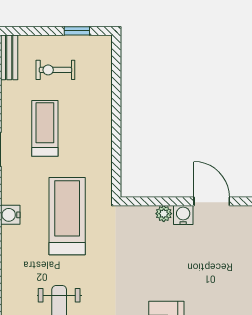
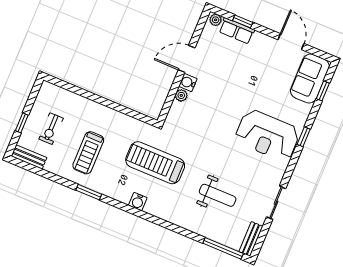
window: (77, 31) -> (22, 123), moved
treadmill: (45, 128) -> (88, 153), turned -90

